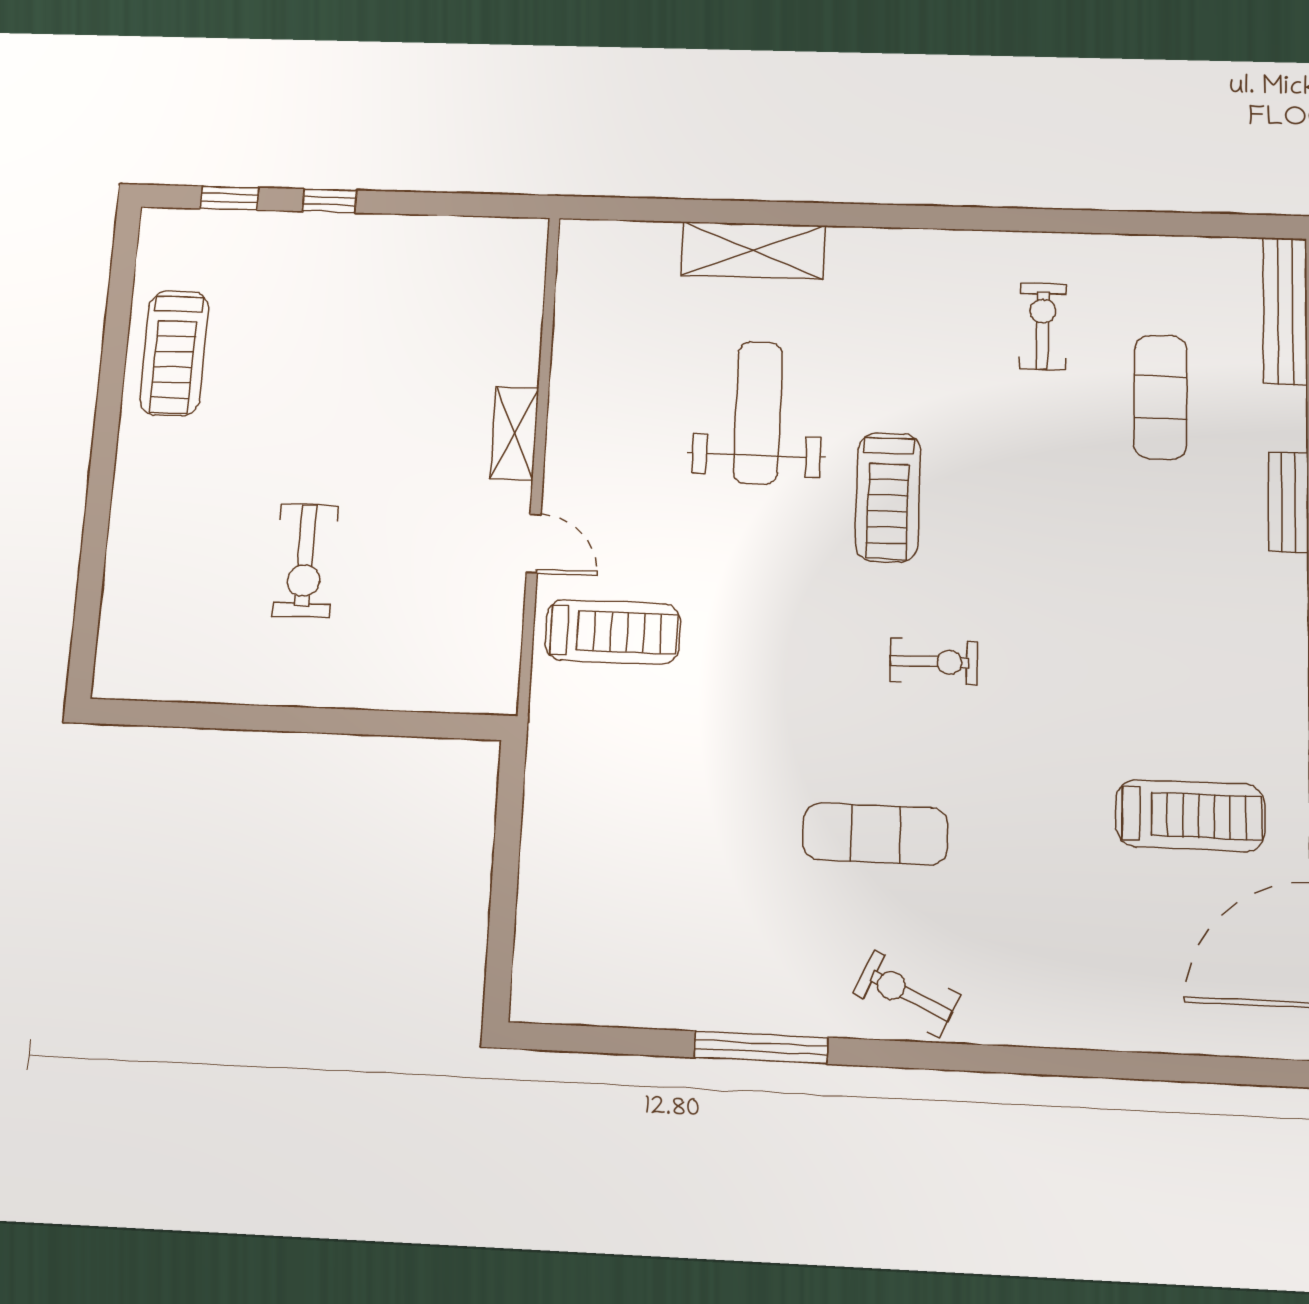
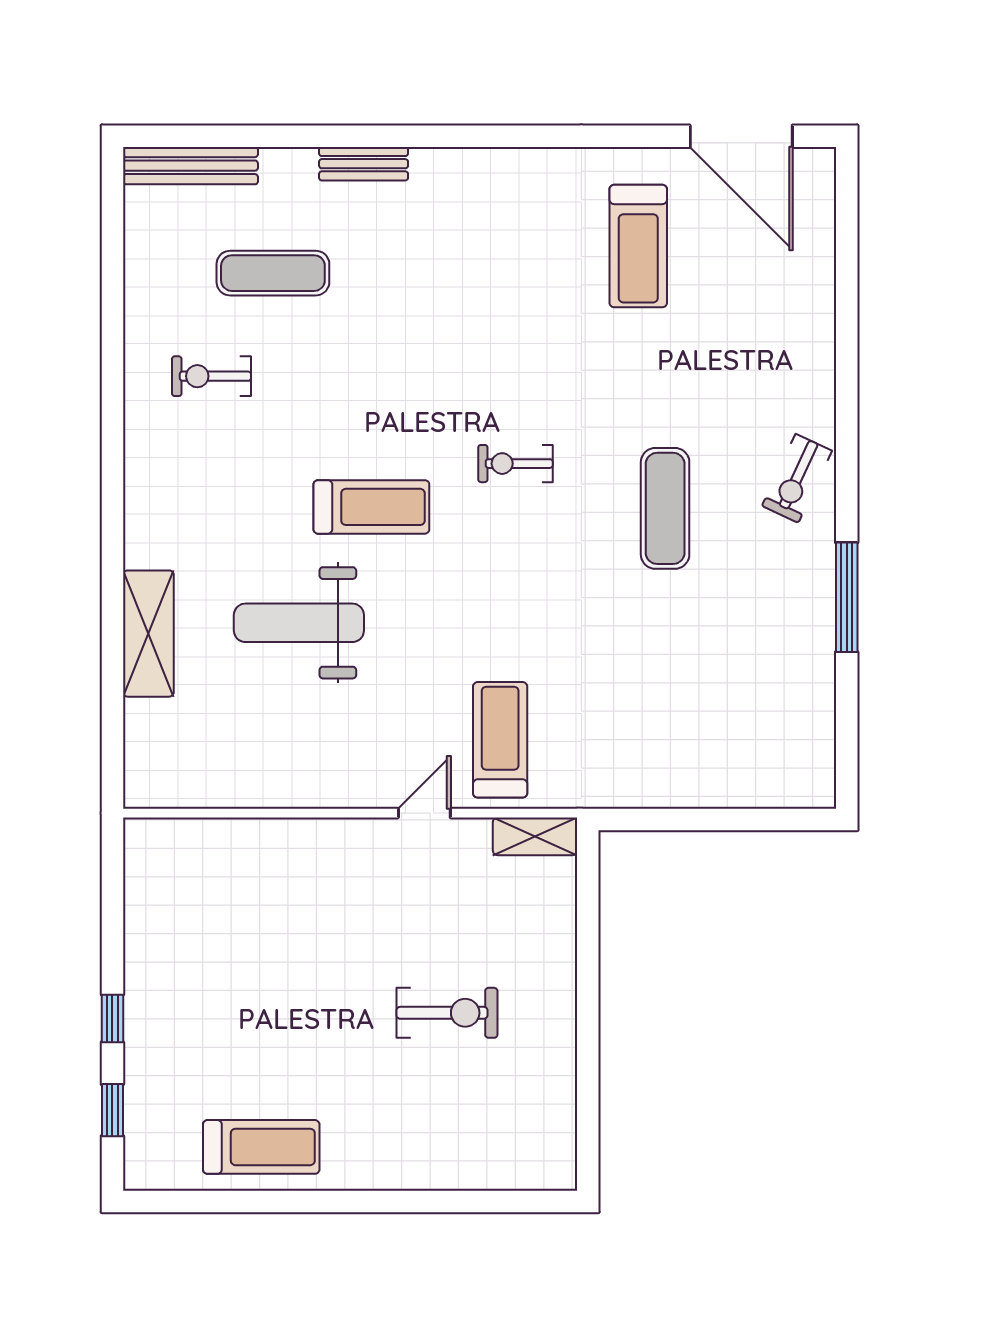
shelving: (515, 433) -> (535, 836), moved
exercise bike: (934, 662) -> (515, 464), turned -90
treadmill: (1190, 816) -> (638, 246), turned 180

